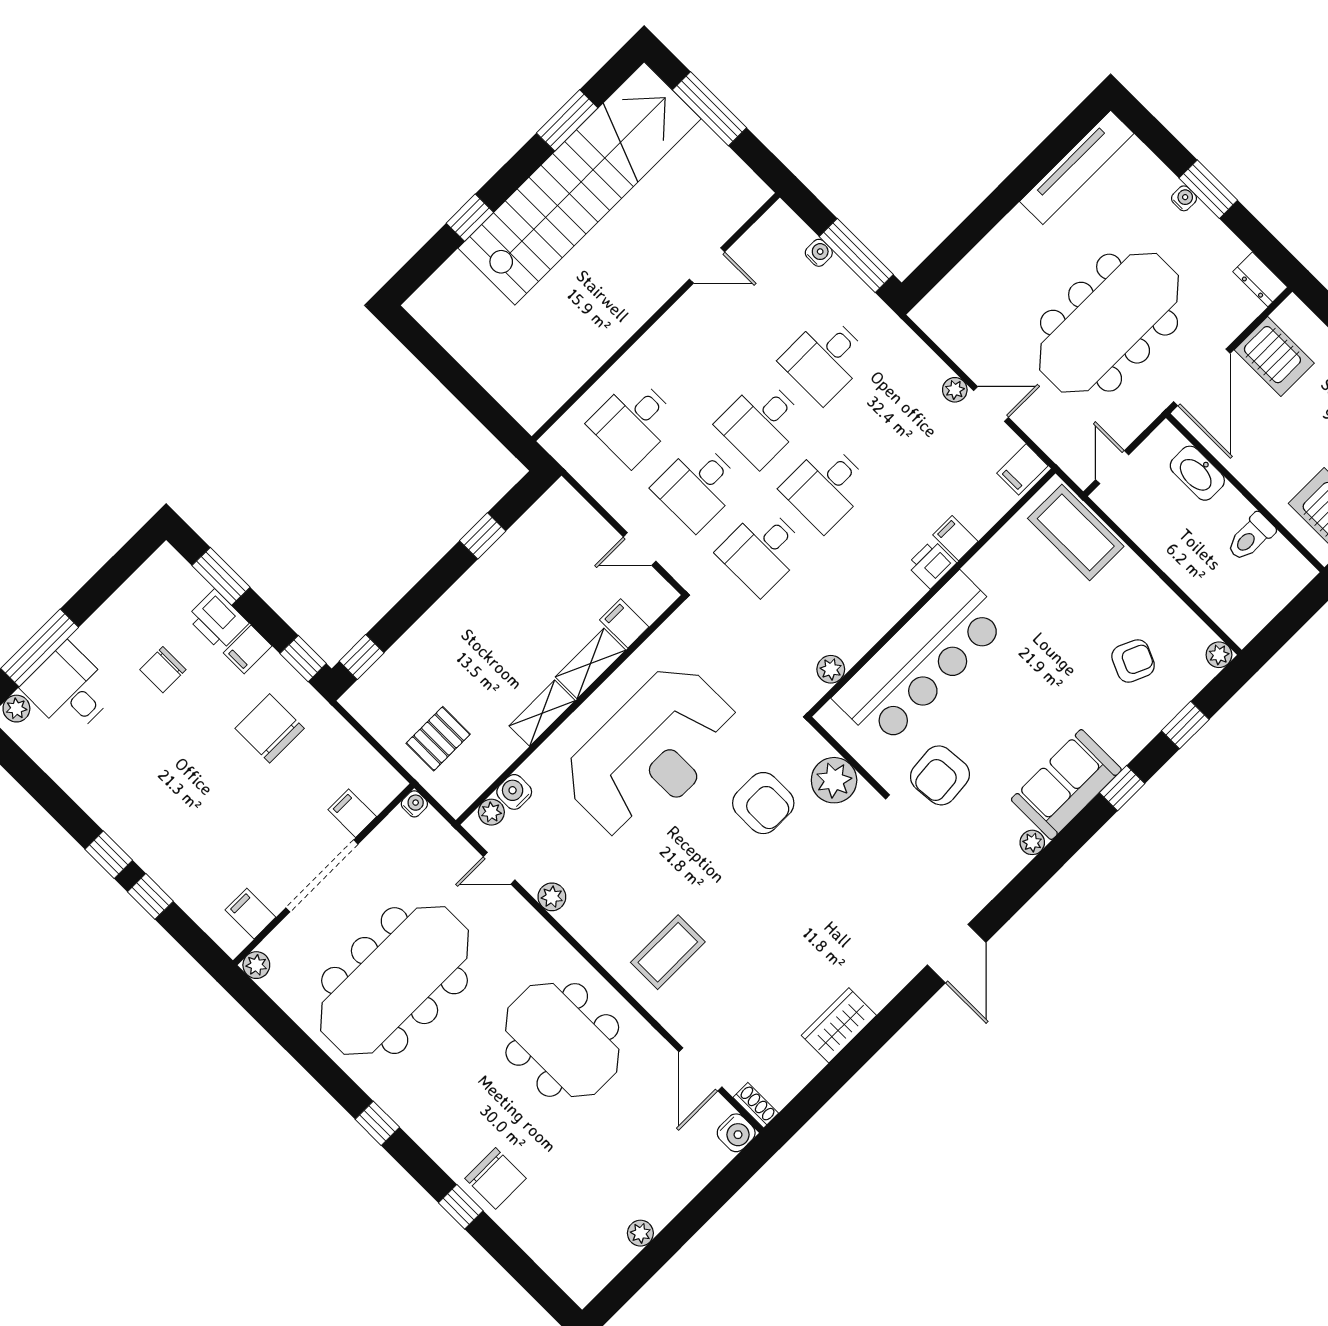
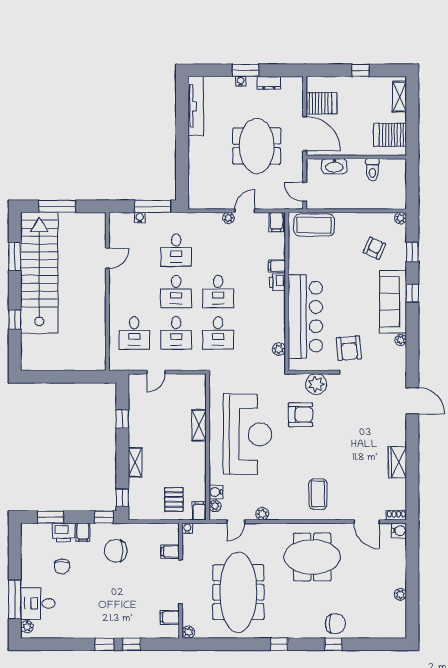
dresser: (1260, 279) -> (269, 83), moved
meeting table: (1109, 323) -> (257, 146), width x0.73
door: (640, 549) -> (156, 372), moved
filing cabinet: (624, 623) -> (199, 511), moved, turned 90
shelving: (542, 713) -> (135, 462), moved
sofa: (1066, 785) -> (393, 302), width x1.36

